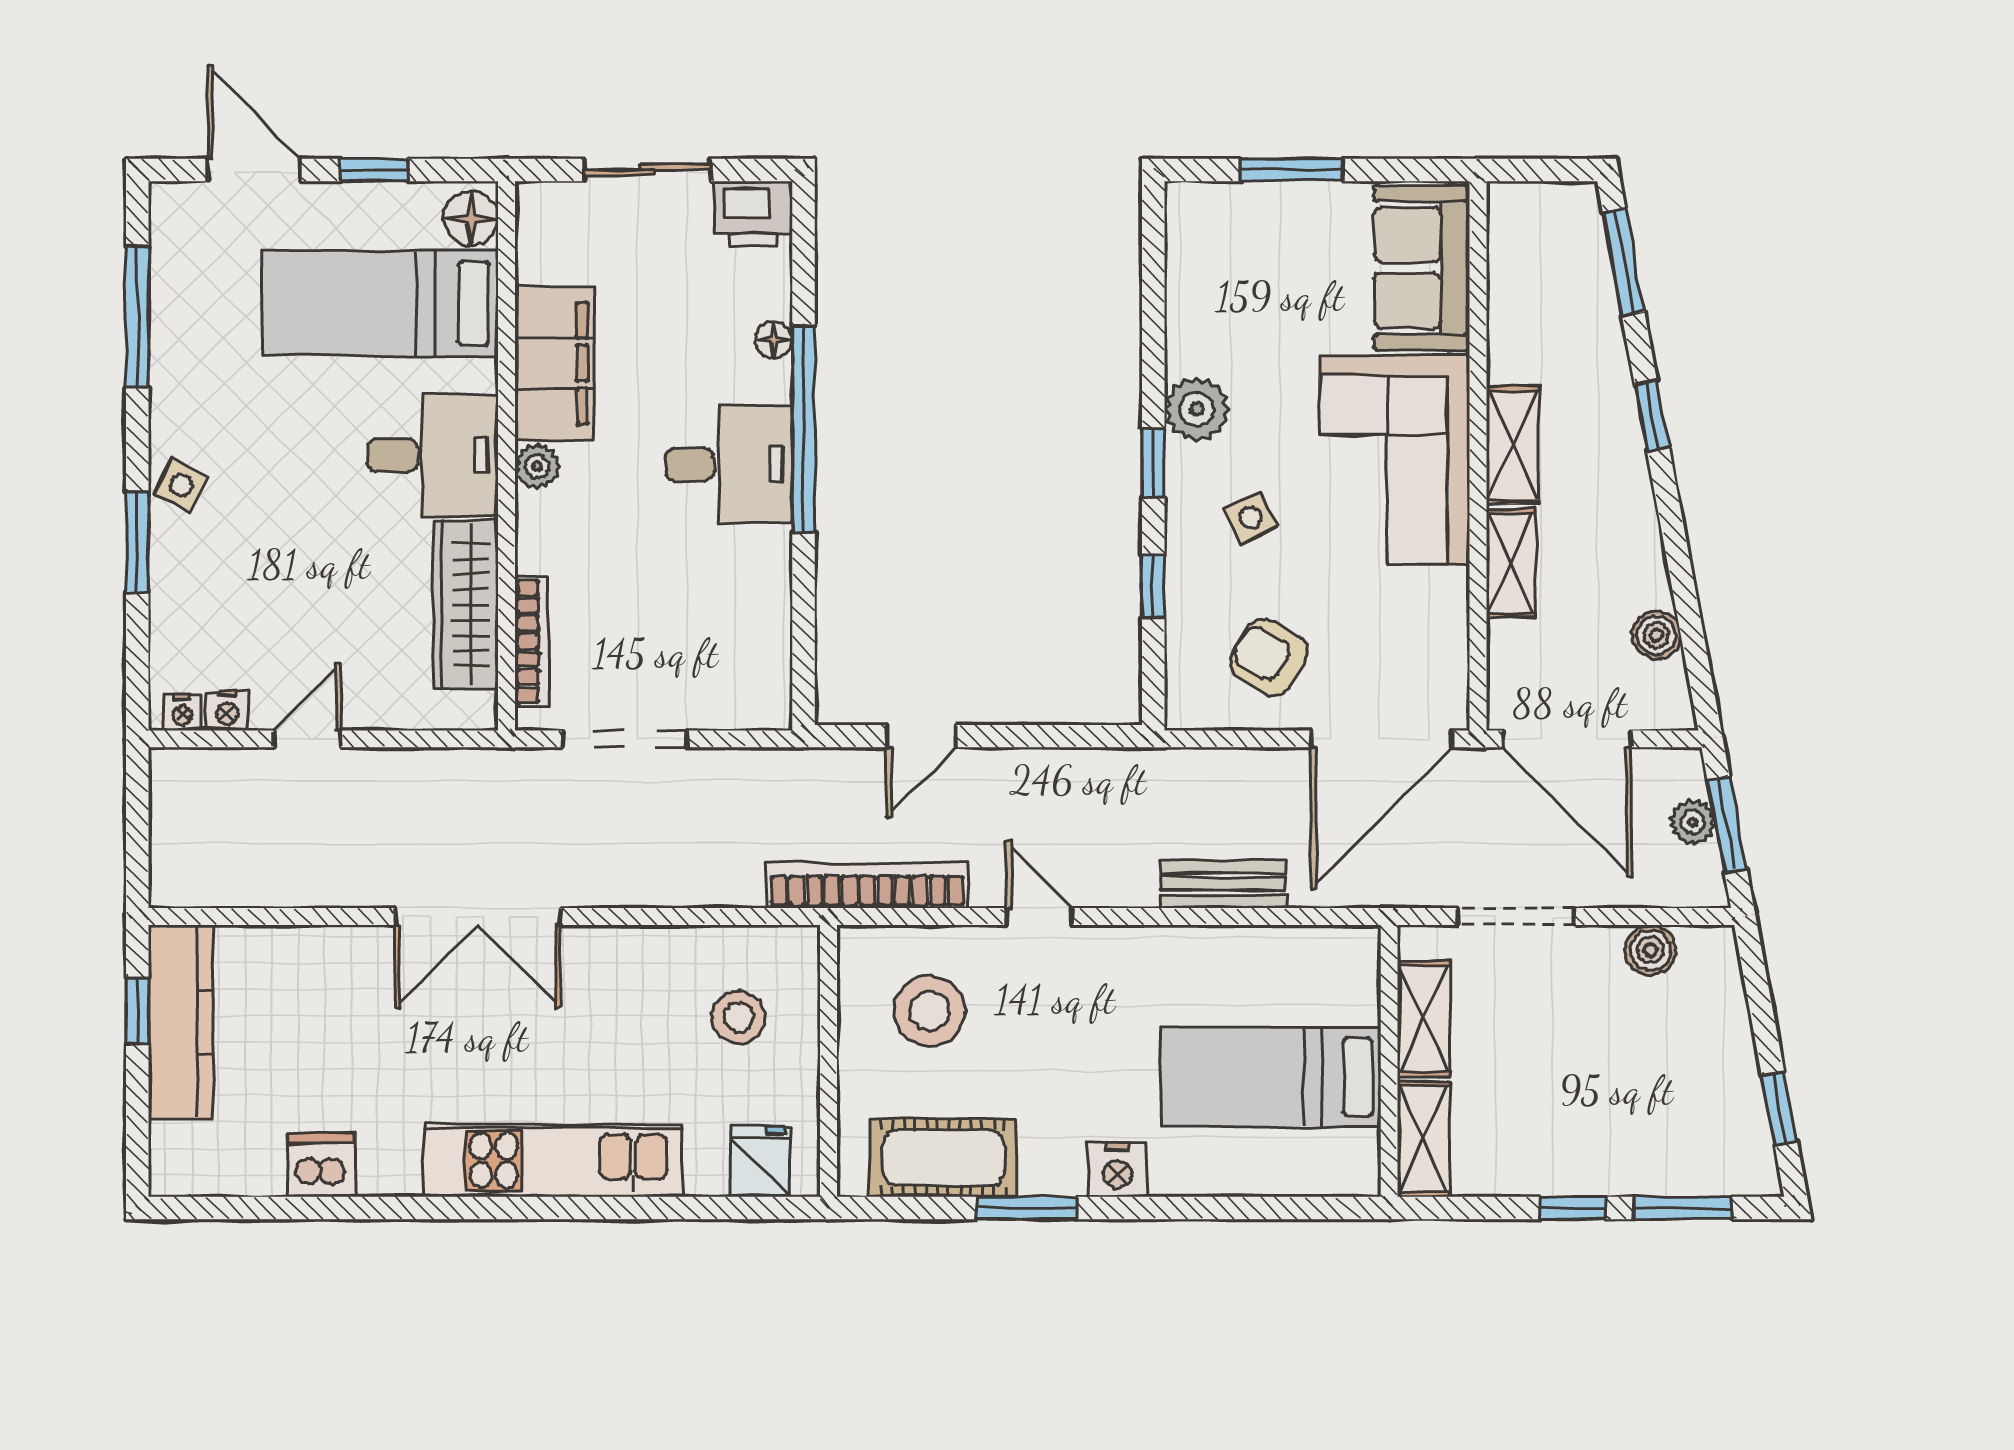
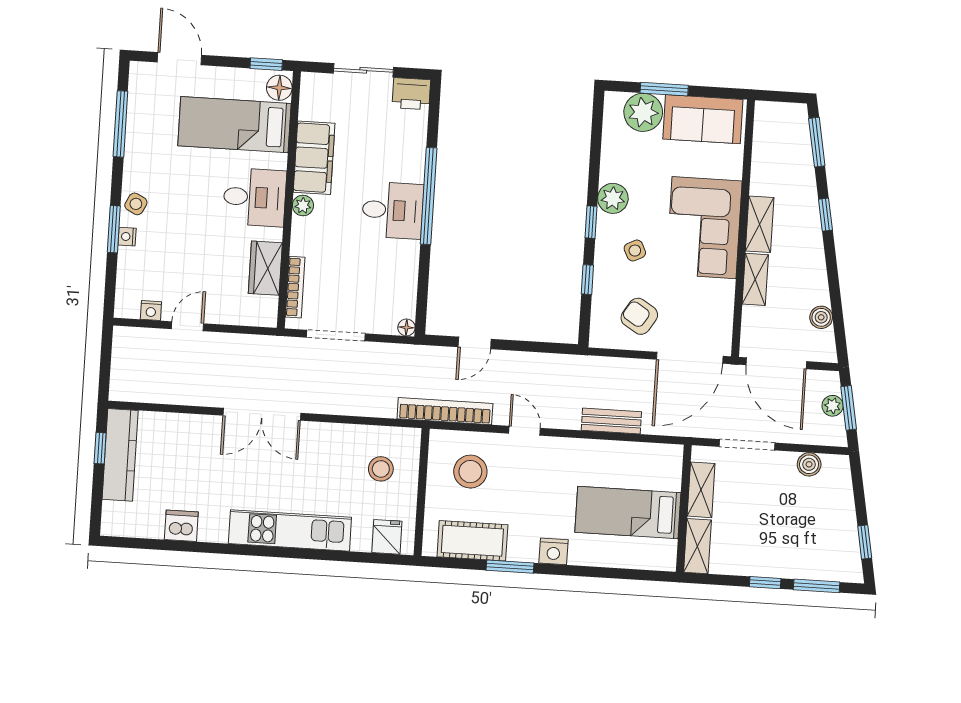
window: (374, 170) -> (266, 64), moved
plant: (1250, 222) -> (643, 112), added
sofa: (1422, 268) -> (703, 119), moved, turned -90
floor lamp: (774, 340) -> (406, 327), moved
wardrobe: (465, 605) -> (265, 268), width x0.67
nightstand: (182, 712) -> (127, 237), moved, turned 90

